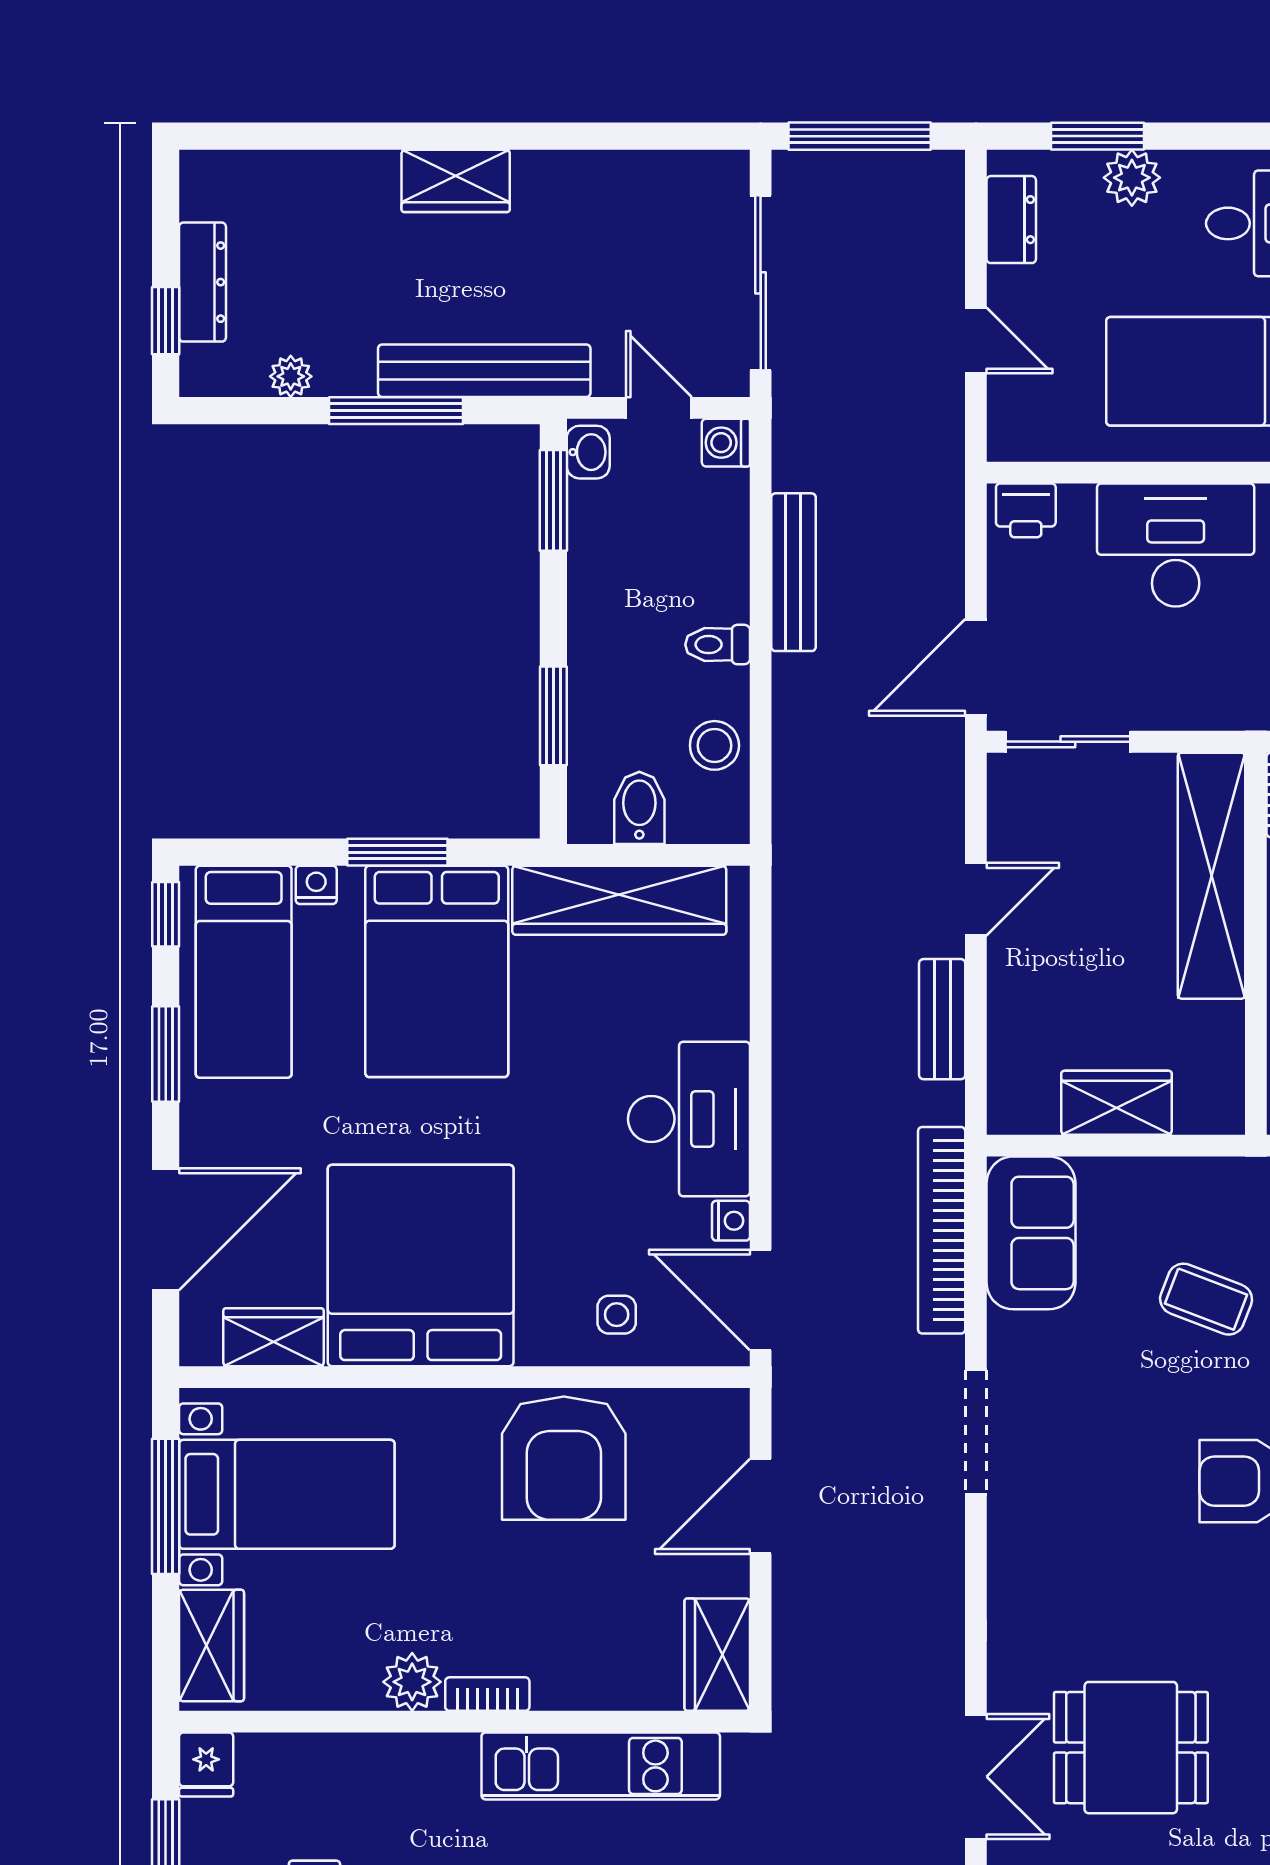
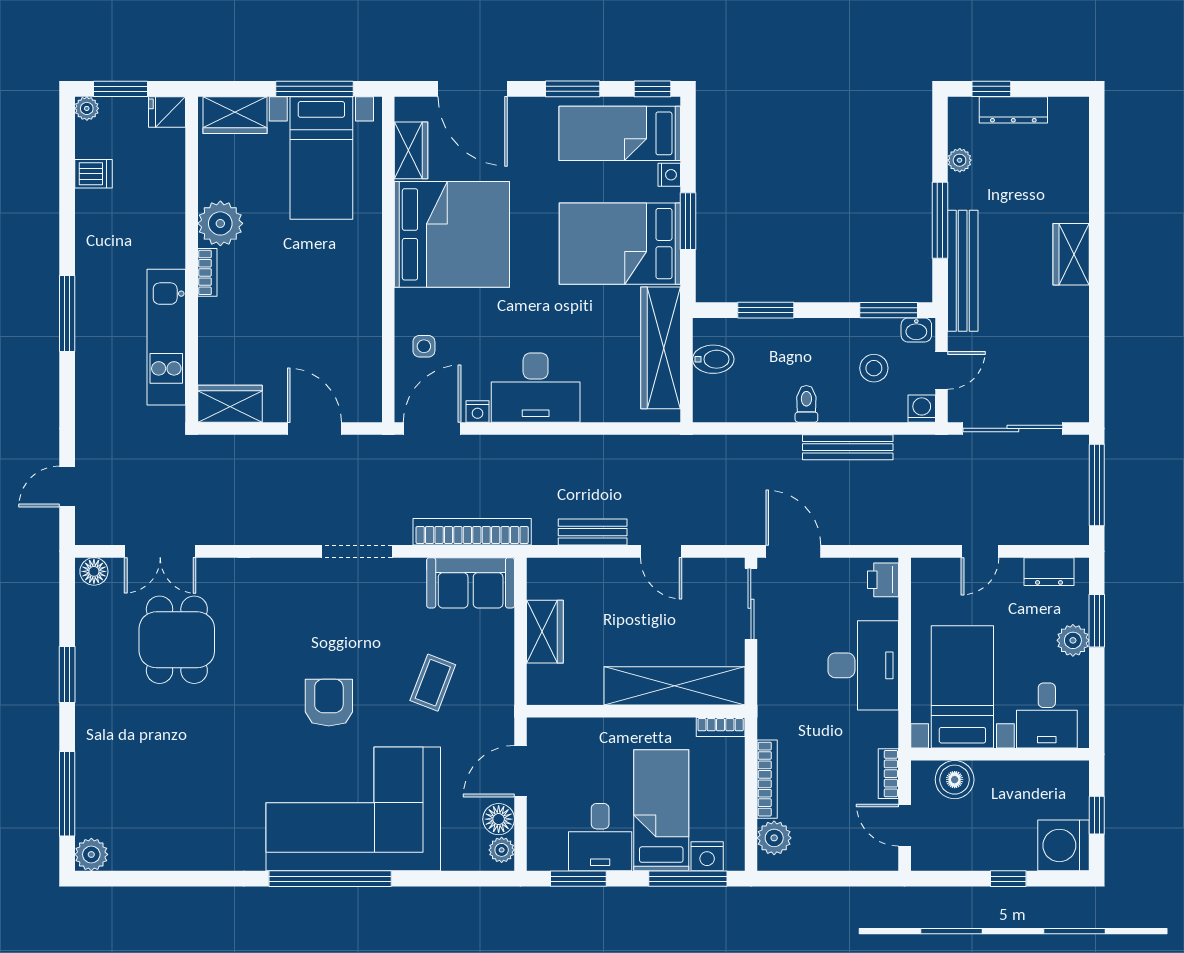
stool: (714, 745) -> (874, 368), moved
armchair: (564, 1458) -> (342, 316), removed
plant: (412, 1682) -> (220, 223), width x1.36, depth x1.36

